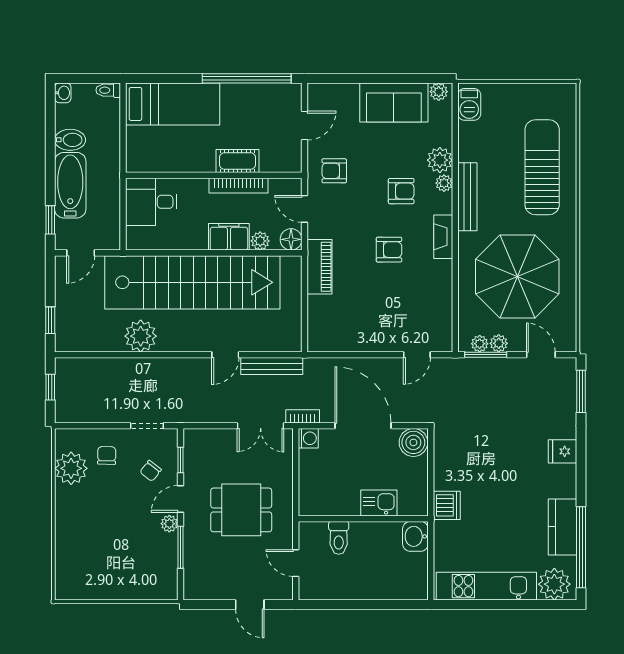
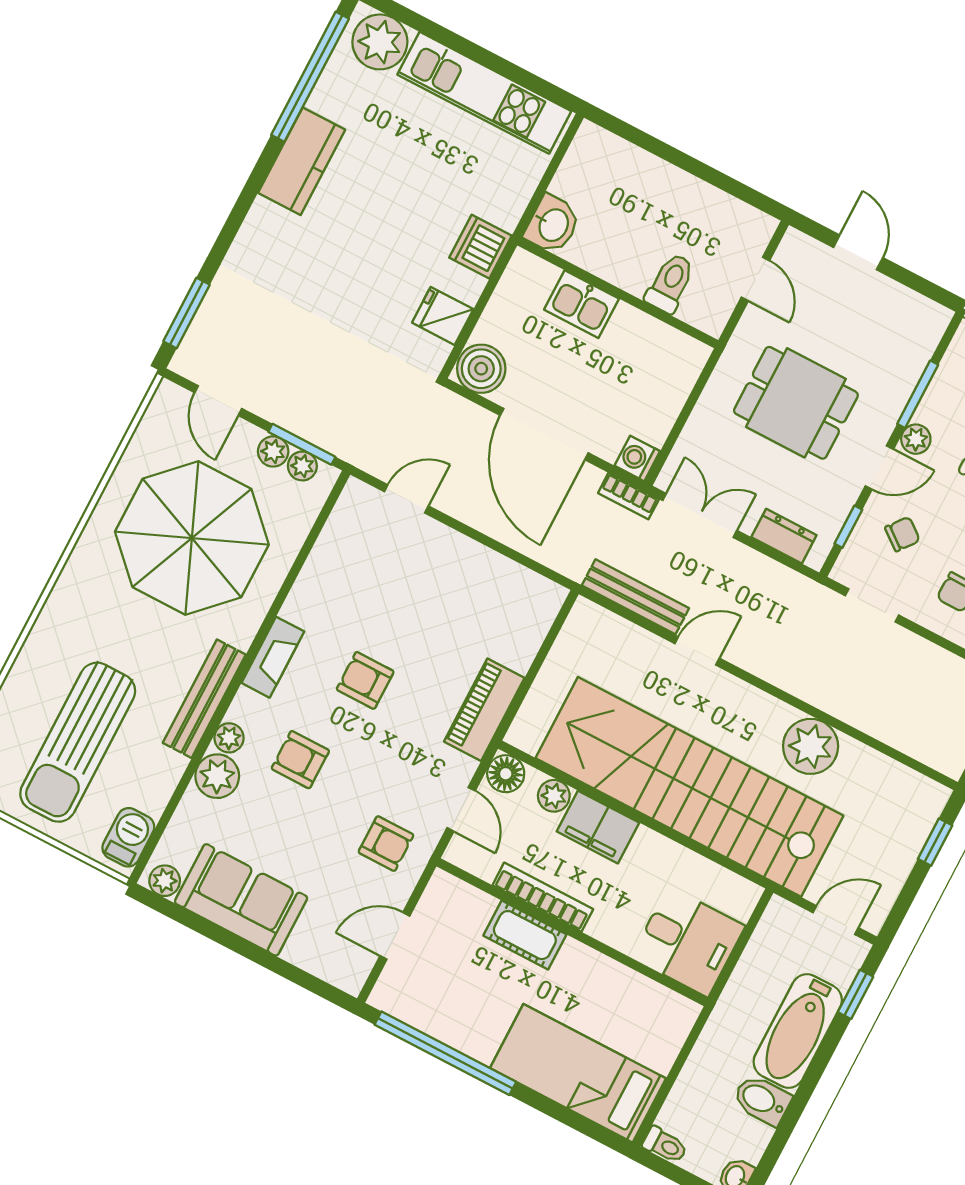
sun lounger: (542, 167) -> (78, 742), moved
dresser: (211, 438) -> (784, 536), added
fridge: (562, 451) -> (443, 316), moved, turned 180
kitchen counter: (562, 527) -> (302, 161), moved

